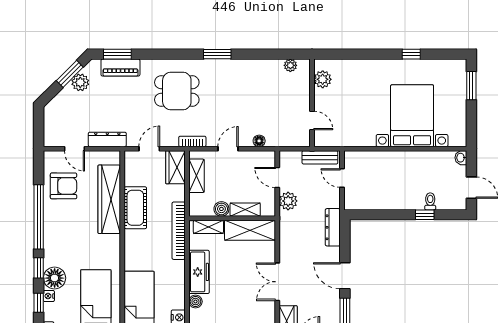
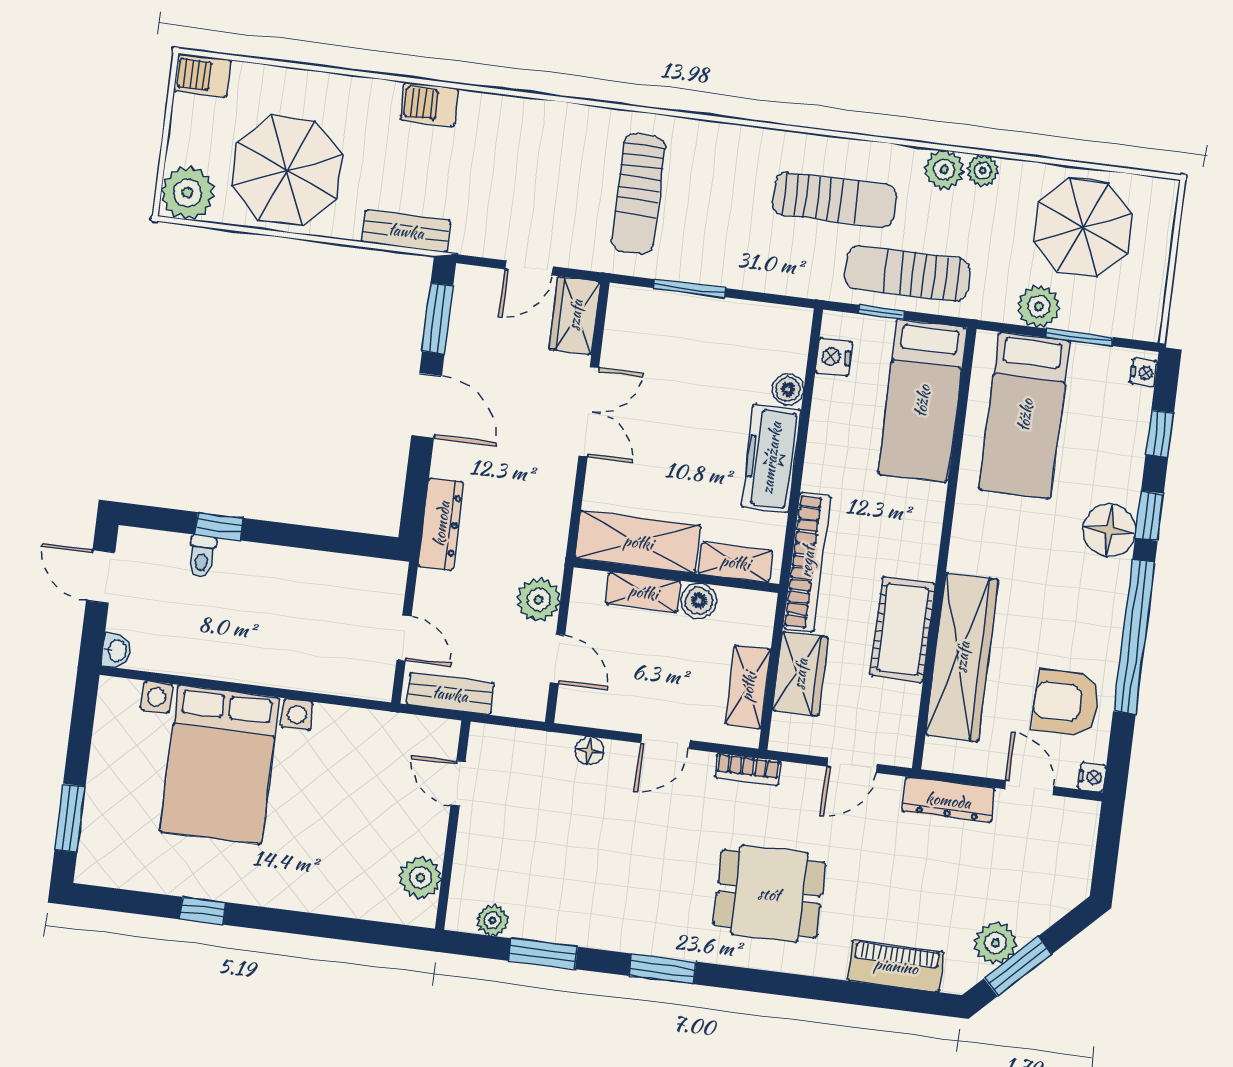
window: (117, 54) -> (543, 954), moved
wardrobe: (175, 167) -> (800, 674), moved
floor lamp: (55, 278) -> (1110, 530), moved
nightstand: (49, 296) -> (1092, 777), moved

